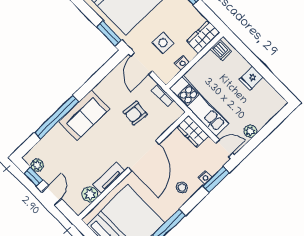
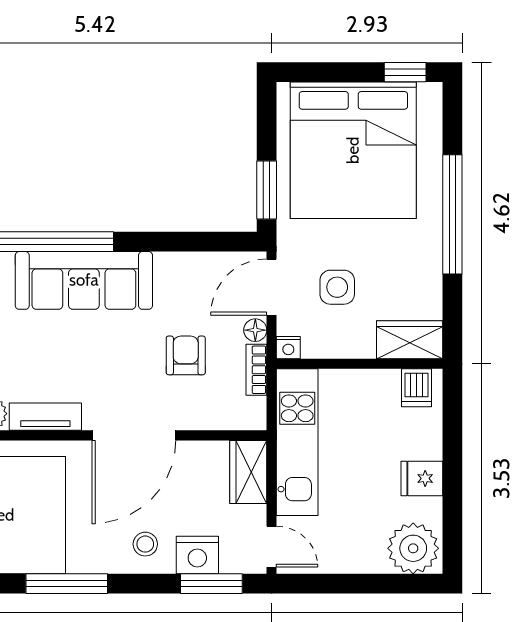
nightstand: (182, 63) -> (288, 348), moved
floor lamp: (150, 83) -> (255, 330), added
armchair: (135, 113) -> (186, 355), turned 84
sofa: (84, 115) -> (84, 280), width x1.36
plant: (250, 131) -> (413, 548), moved, width x1.87, depth x1.87
nightstand: (205, 177) -> (197, 555), width x1.89, depth x1.79

